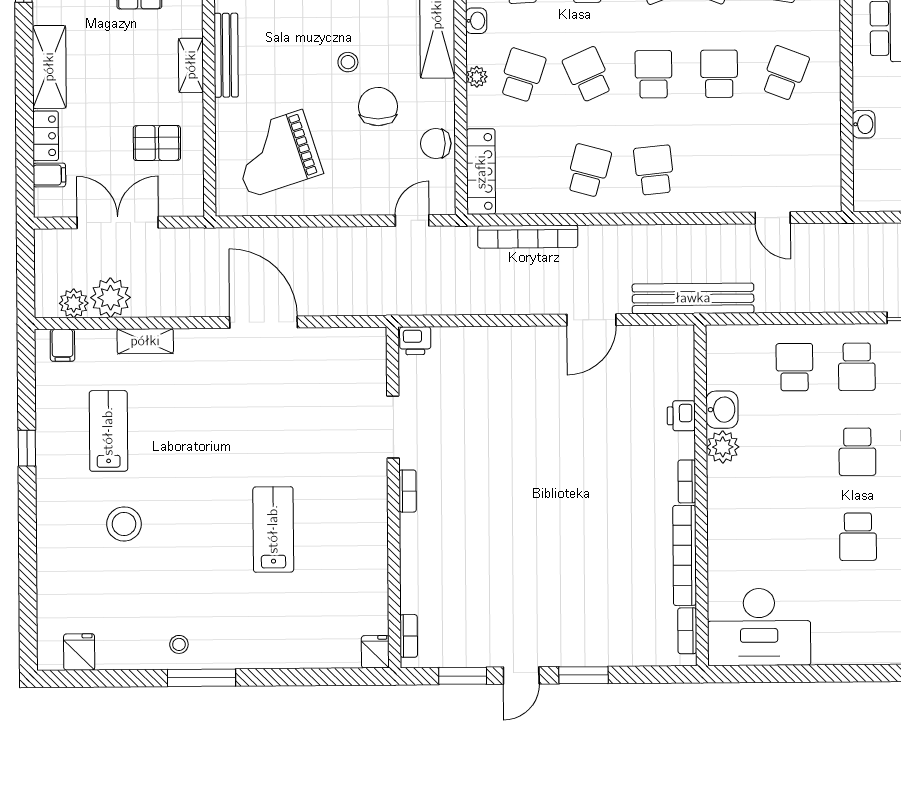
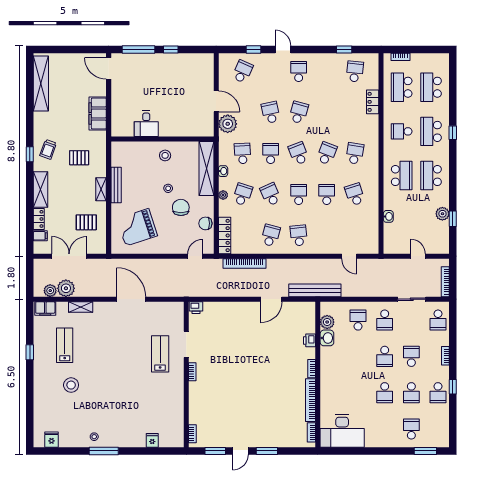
school desk: (785, 73) -> (355, 194), turned -39
filing cabinet: (62, 345) -> (45, 309), width x2.00
plant: (723, 447) -> (327, 322), moved
lab bench: (273, 529) -> (160, 354), moved
fridge: (375, 652) -> (152, 440), moved

